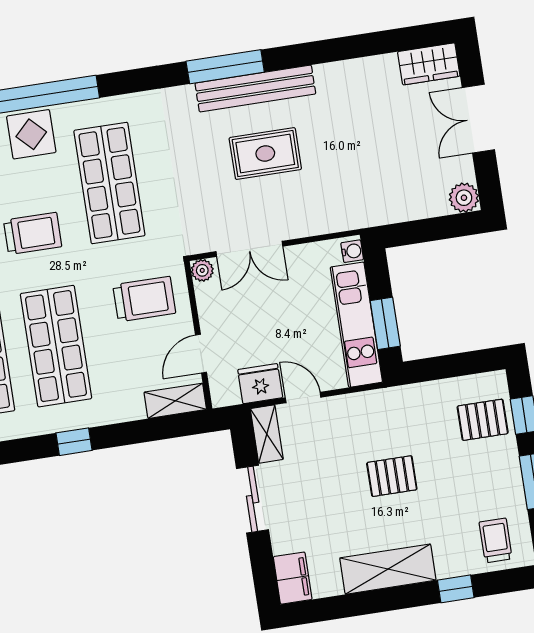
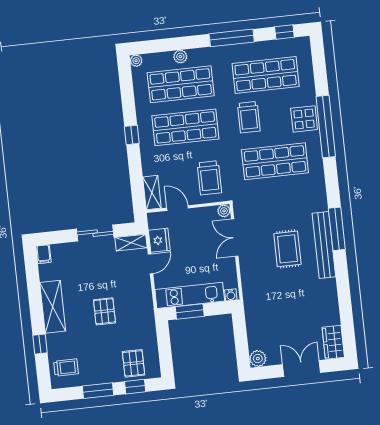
filing cabinet: (293, 578) -> (43, 254), width x0.50

